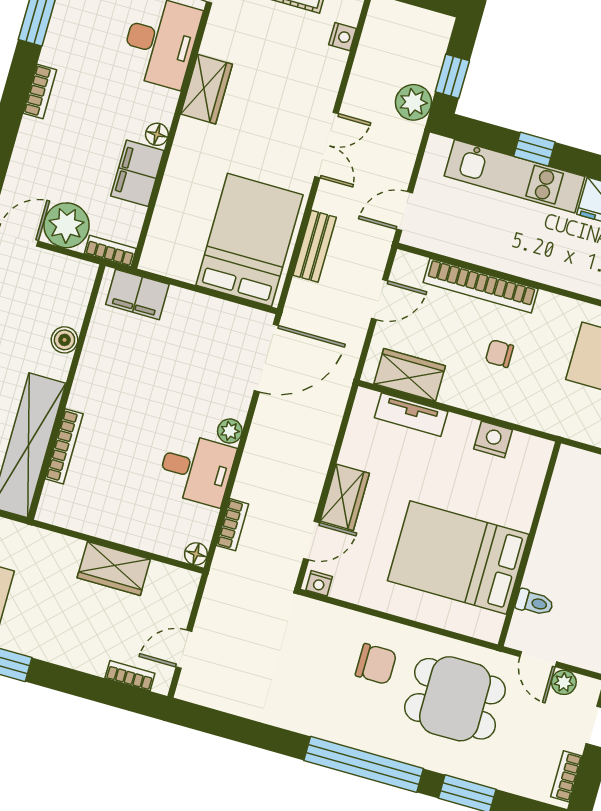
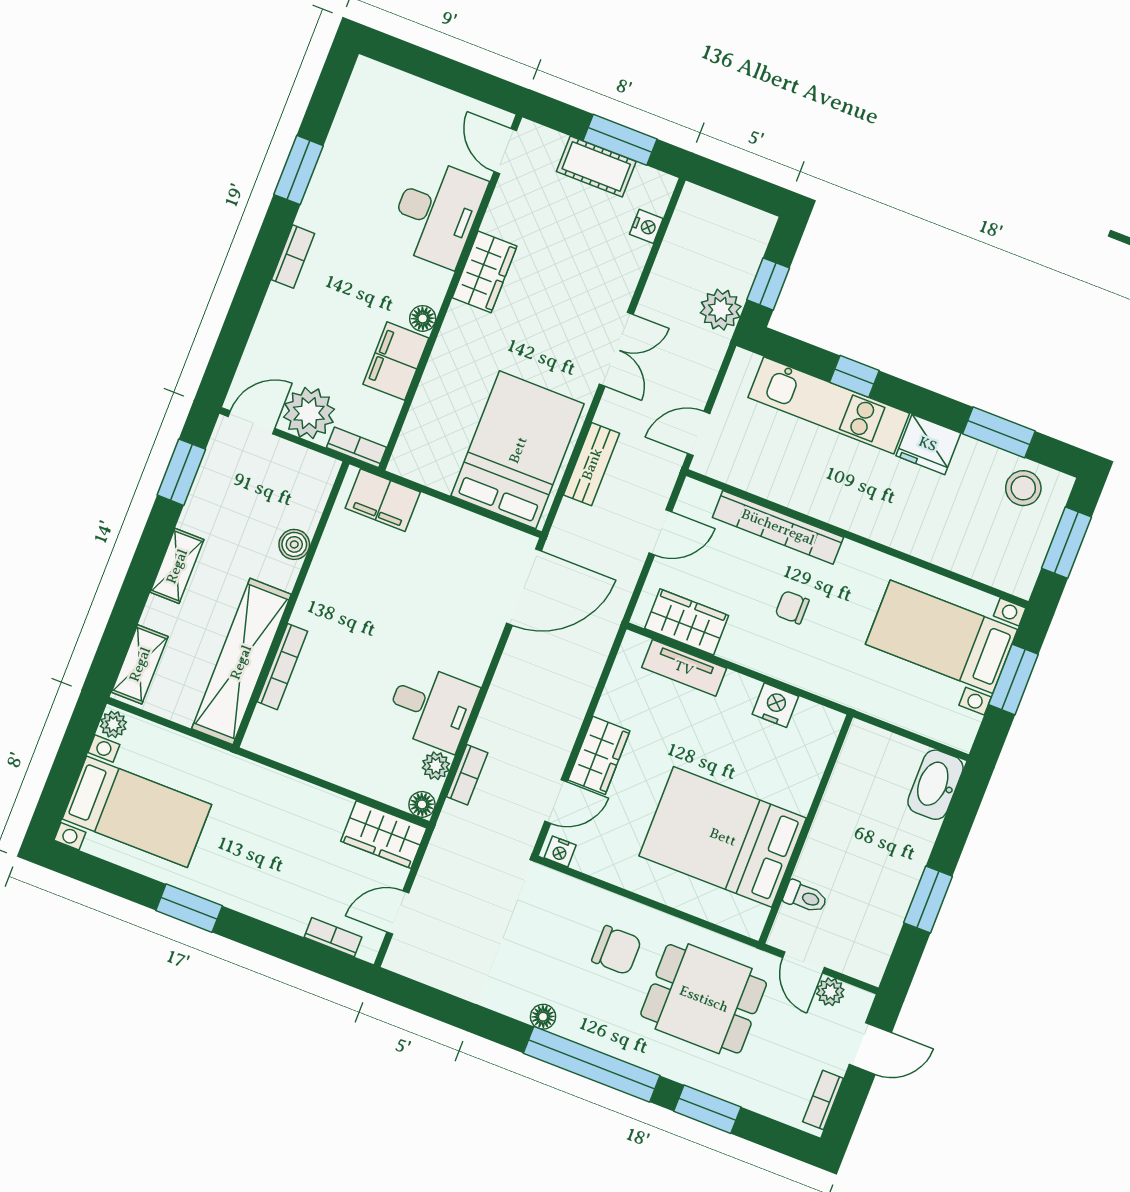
plant: (230, 431) -> (436, 766), moved
wardrobe: (114, 568) -> (384, 835), moved
floor lamp: (318, 727) -> (543, 1017), added

